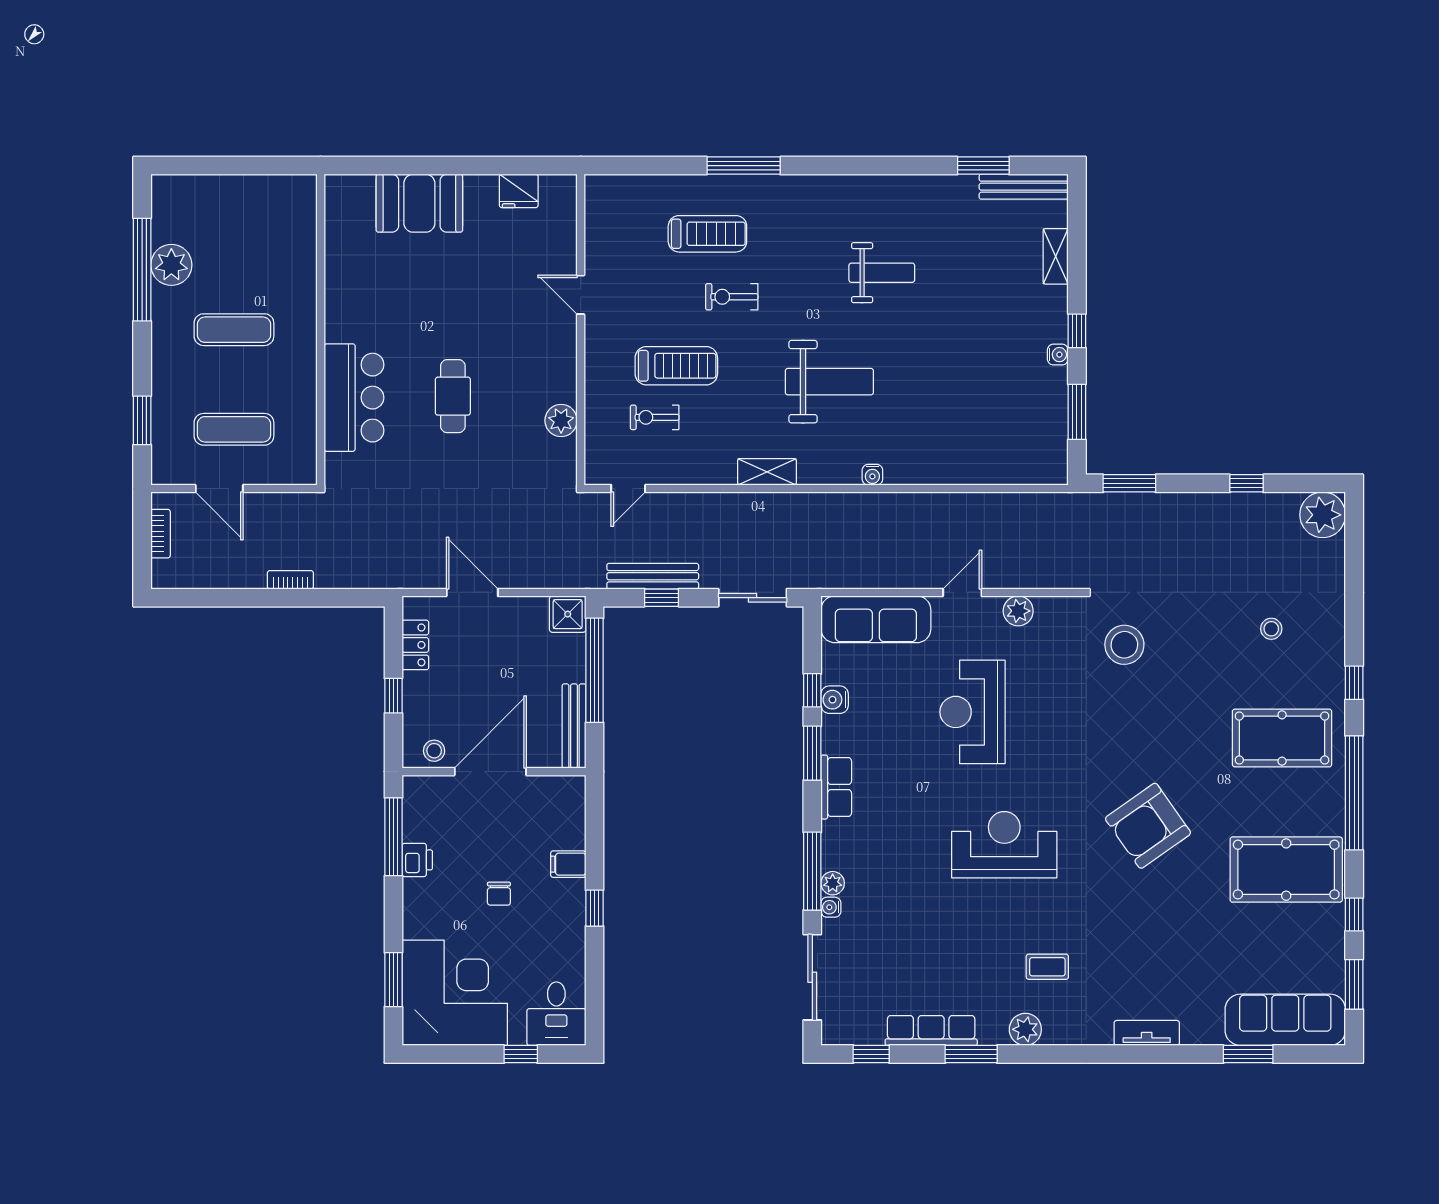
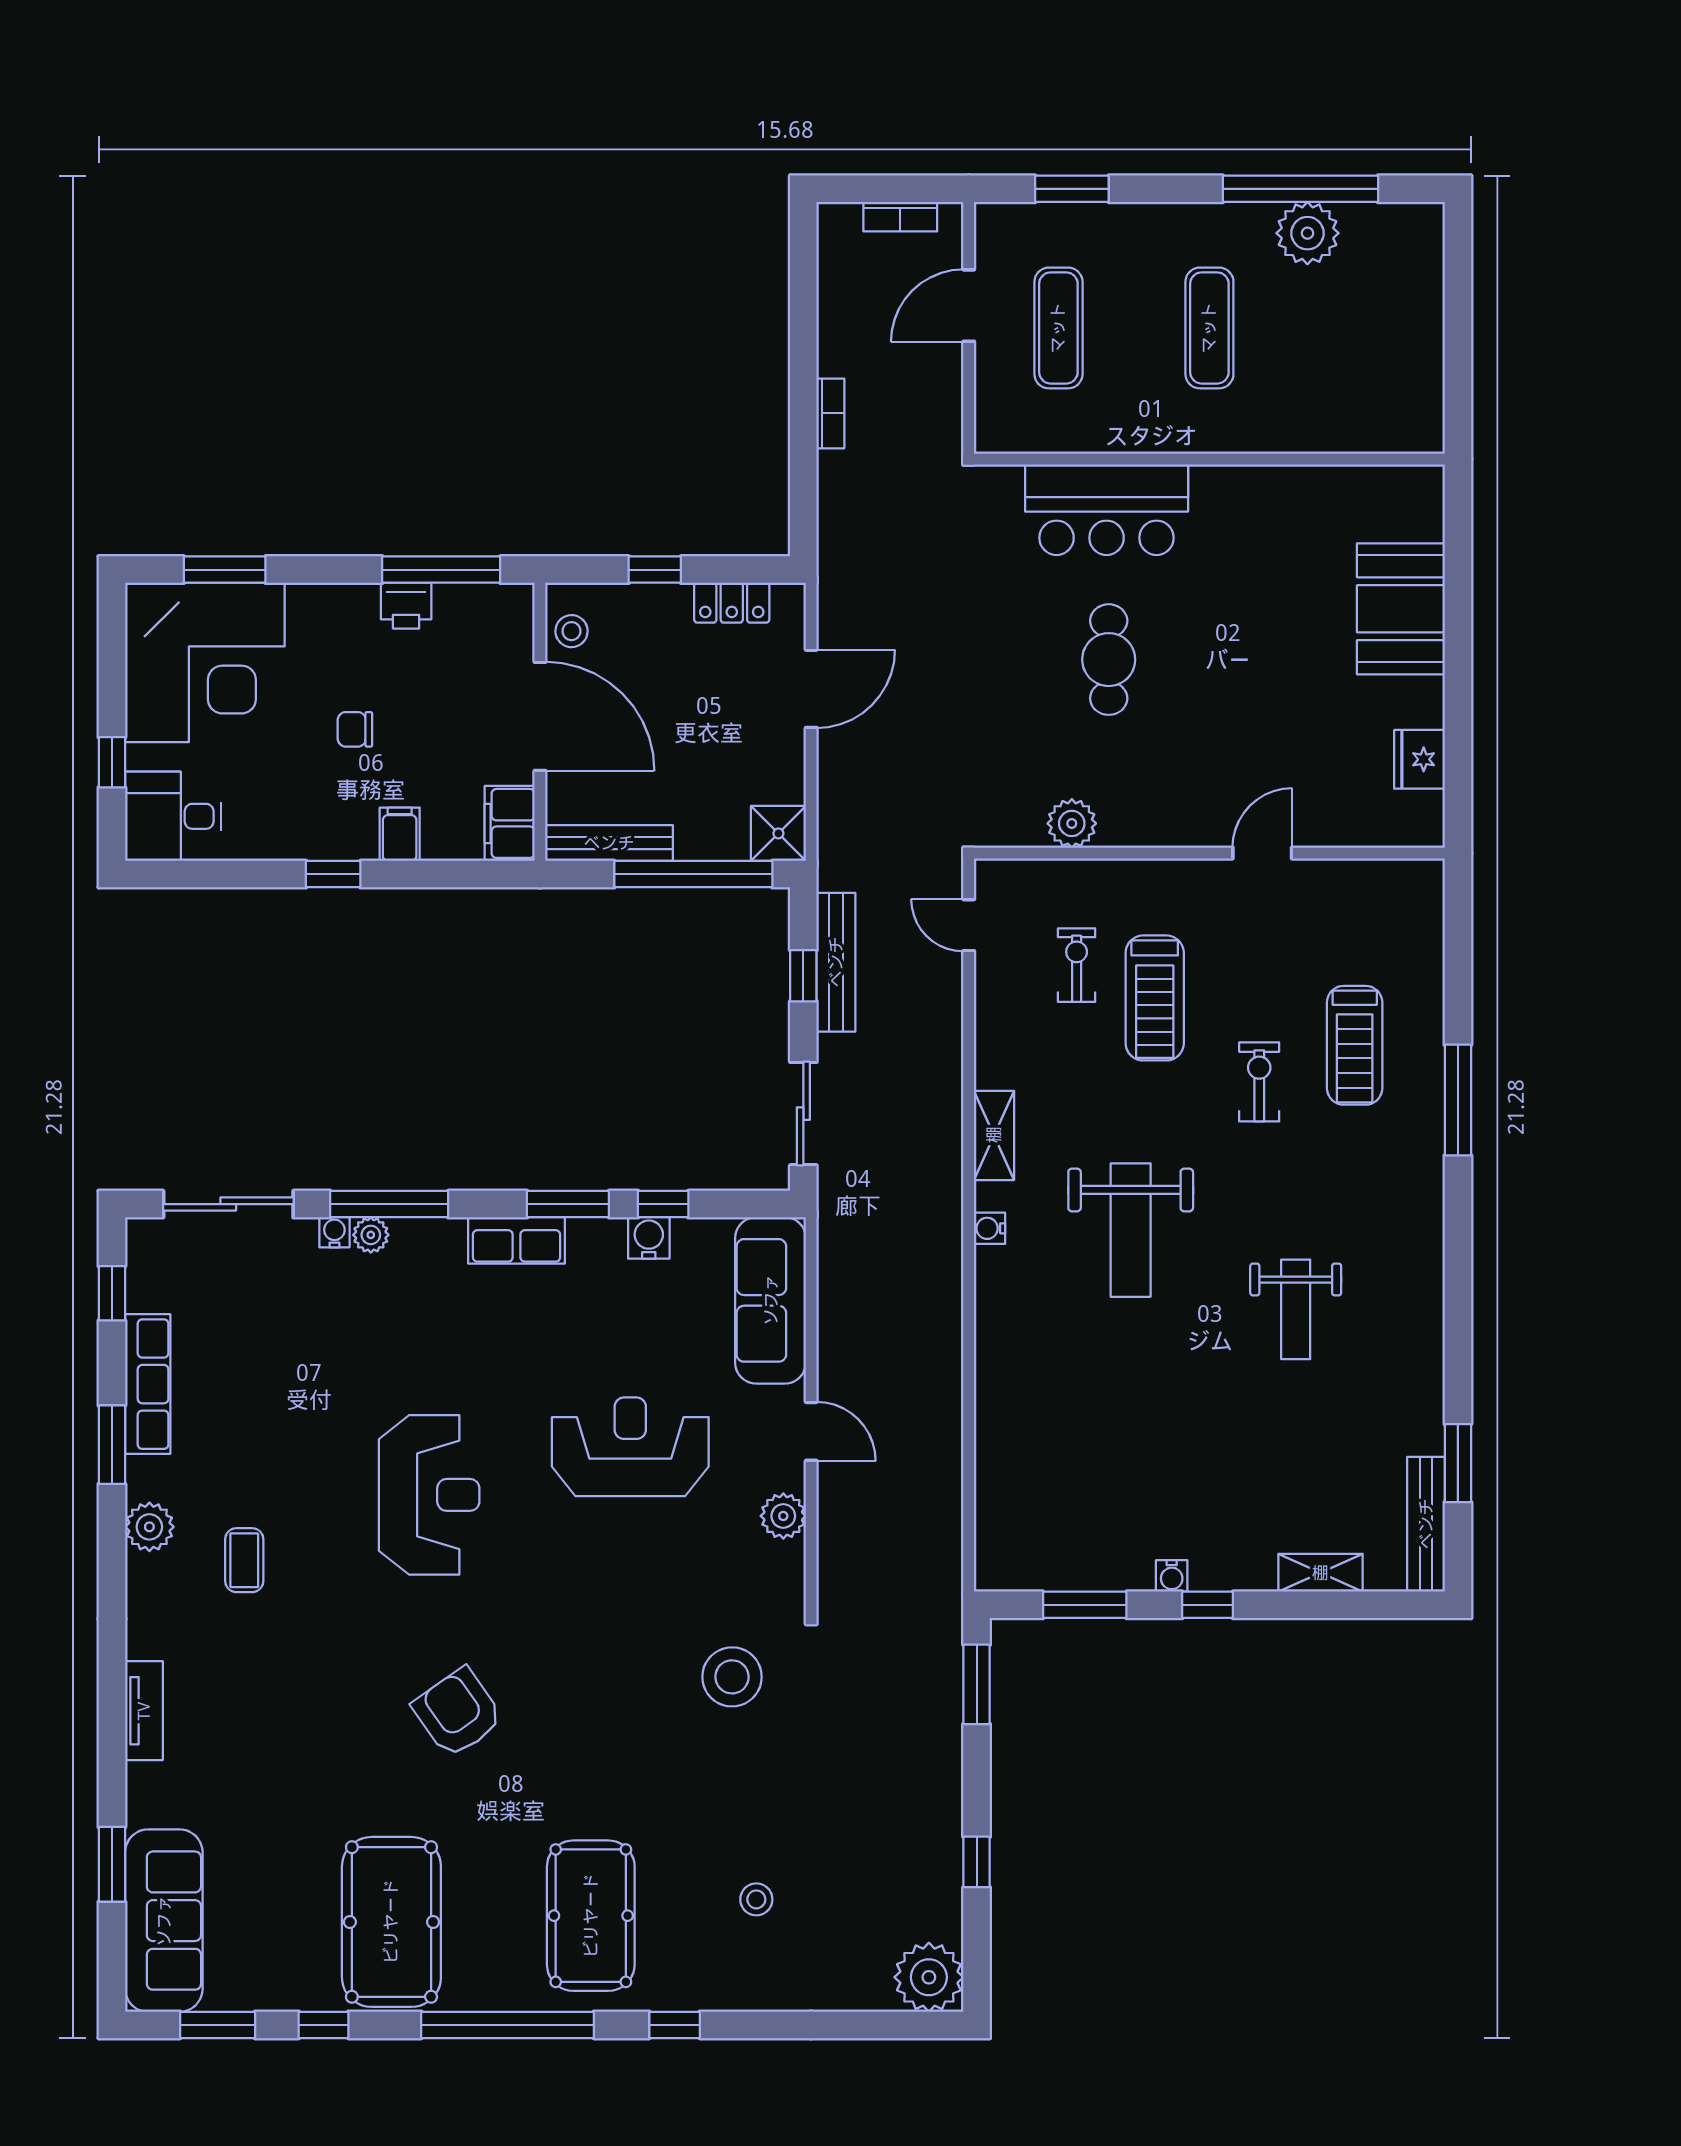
cafe table: (453, 396) -> (1109, 660), turned 90
water cooler: (872, 475) -> (990, 1228), moved
filing cabinet: (561, 792) -> (510, 823), added
armchair: (1148, 826) -> (458, 1713), width x0.73, depth x0.73

